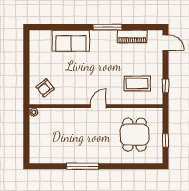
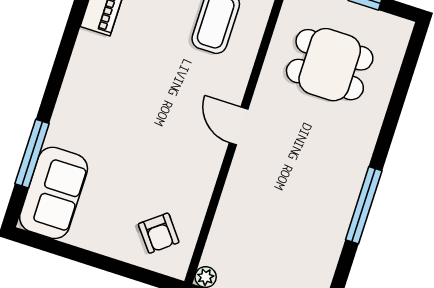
window: (107, 27) -> (32, 154), moved
sofa: (71, 41) -> (54, 193), moved

